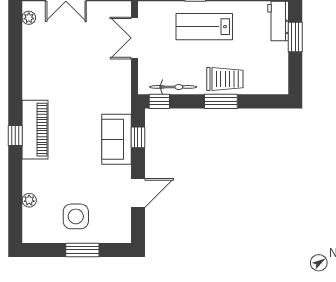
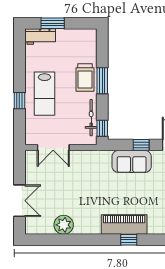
plant: (29, 18) -> (64, 225), moved, width x1.88, depth x1.88
trolley: (225, 79) -> (85, 78), turned 180
window: (138, 137) -> (141, 145), moved

